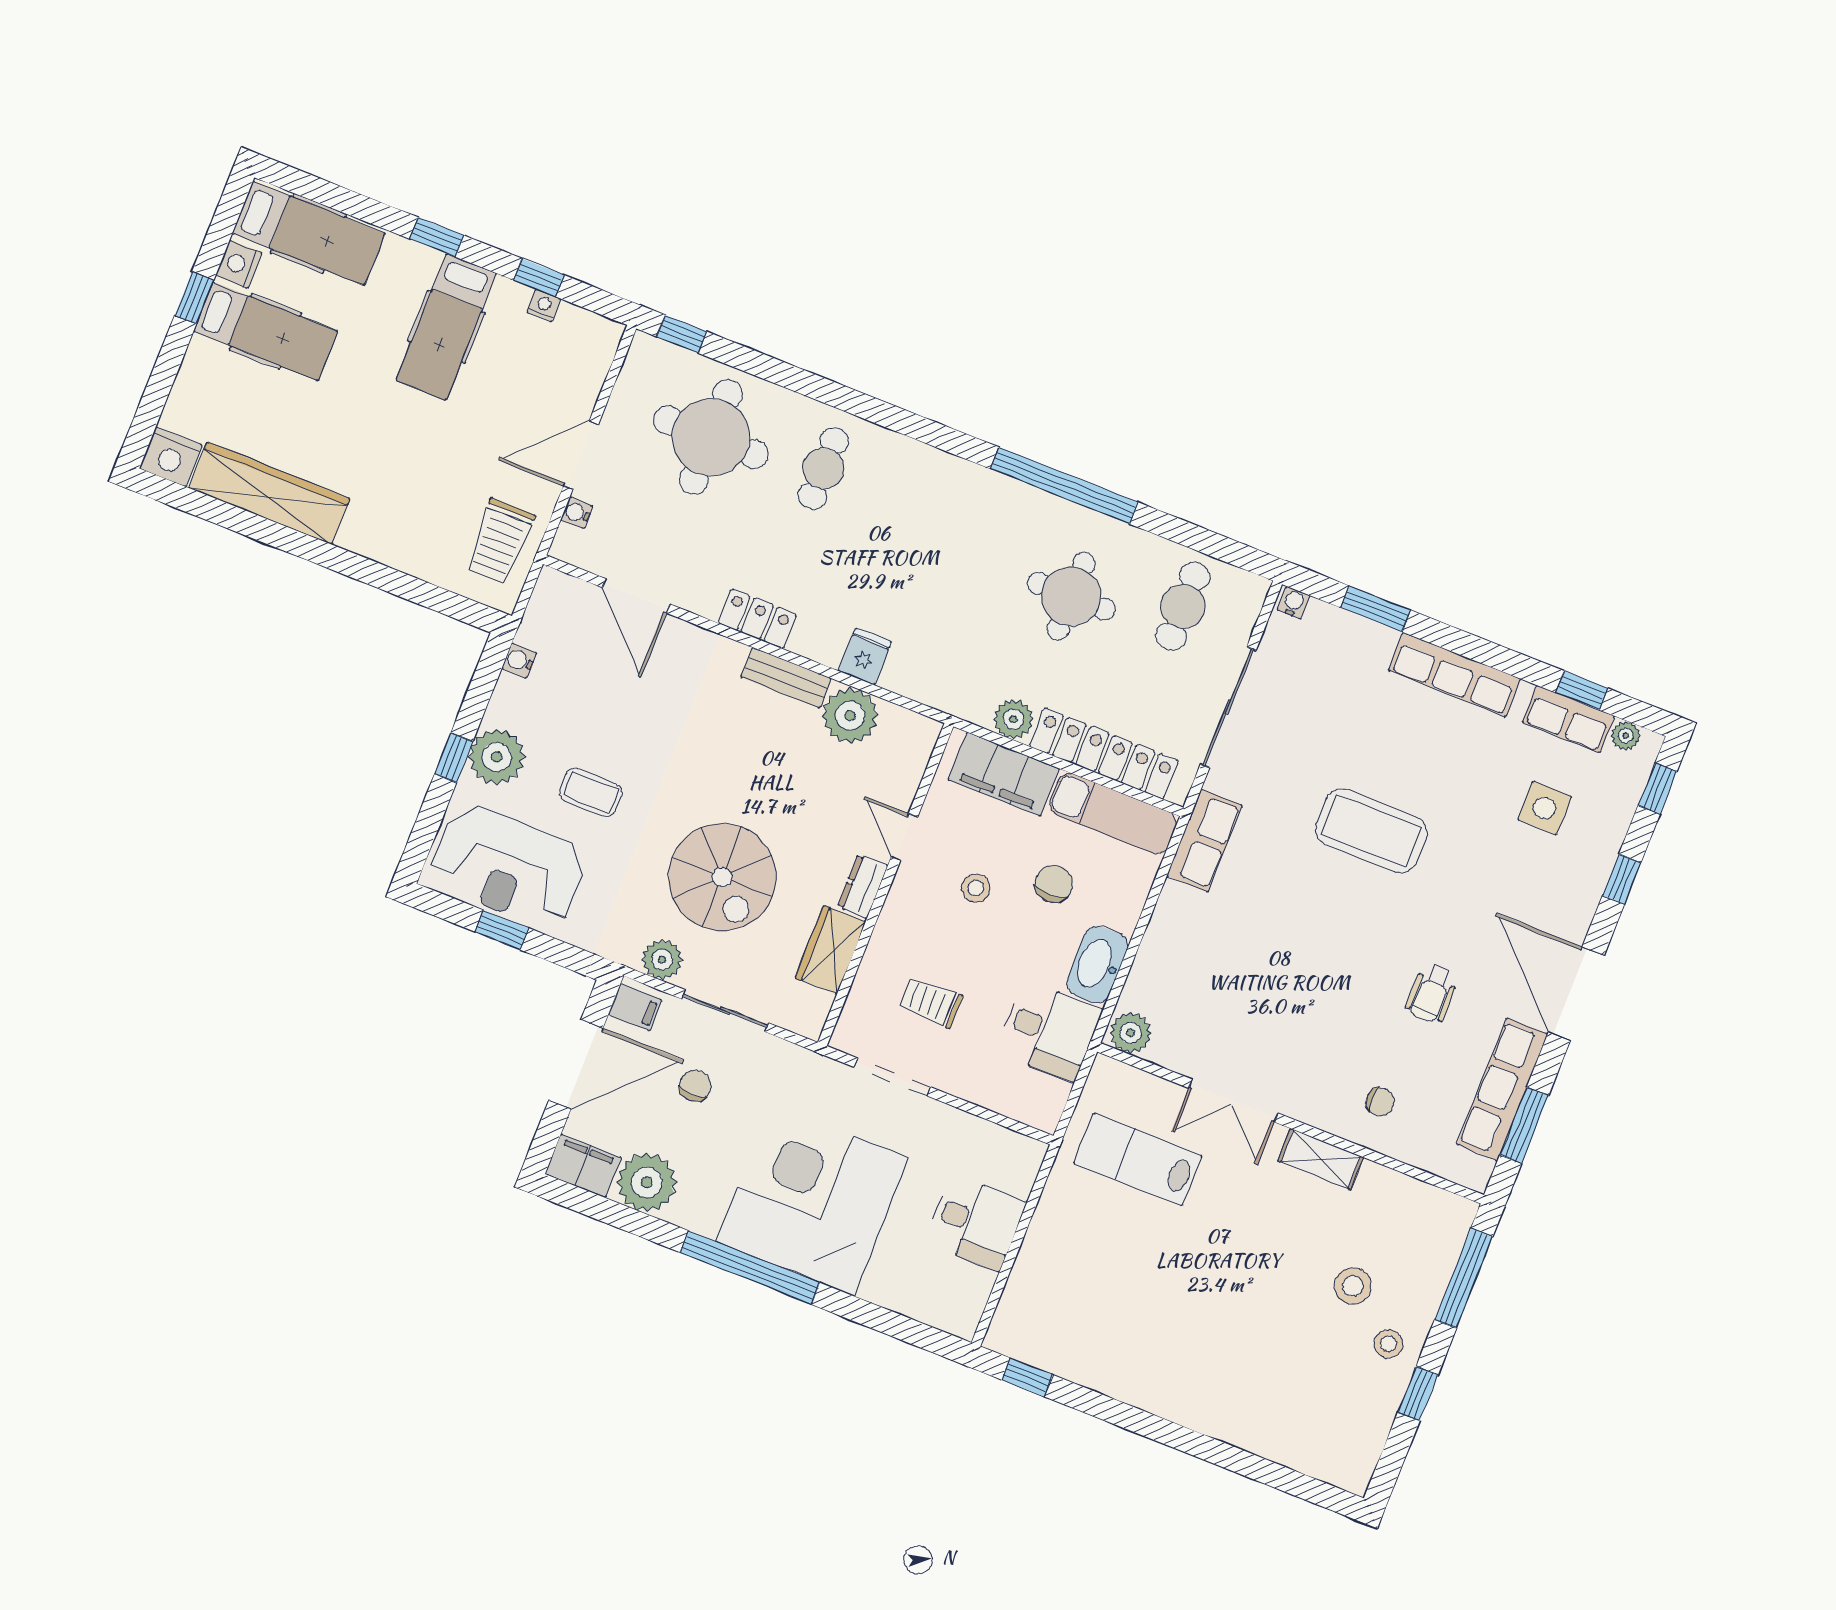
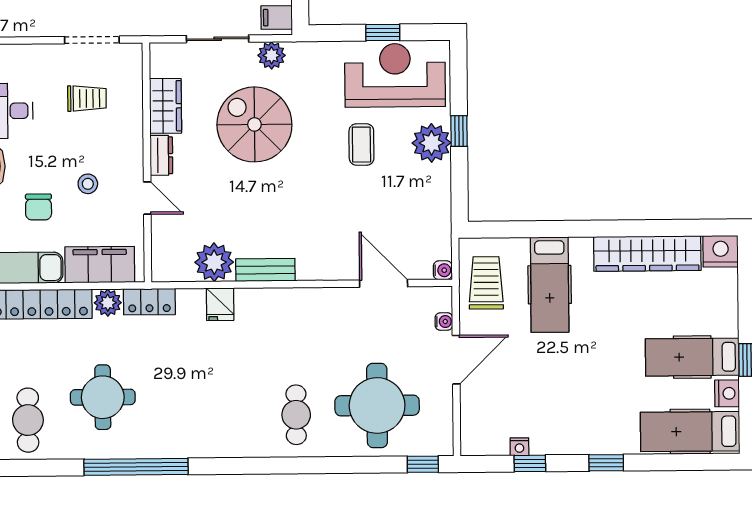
hospital bed: (446, 327) -> (550, 285), moved, turned 180
locker: (757, 619) -> (149, 302), moved
water cooler: (519, 660) -> (443, 270), moved
coffee table: (591, 793) -> (361, 145), turned 90

